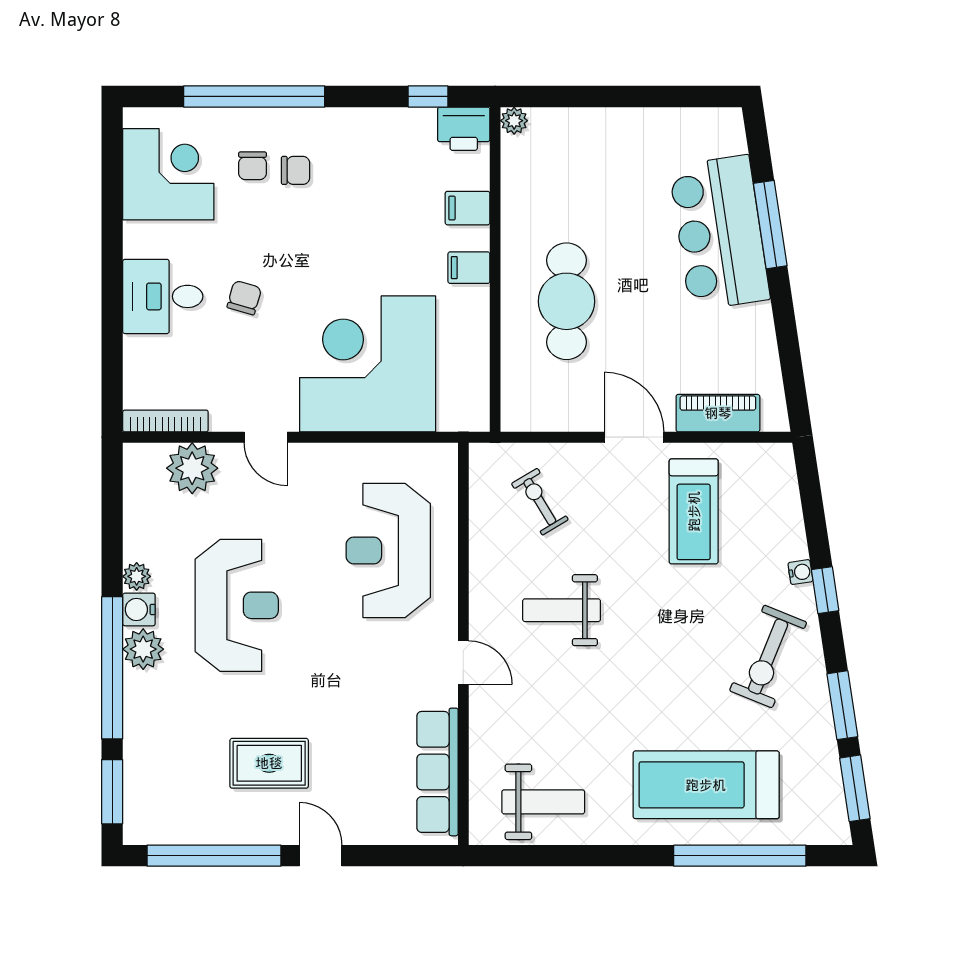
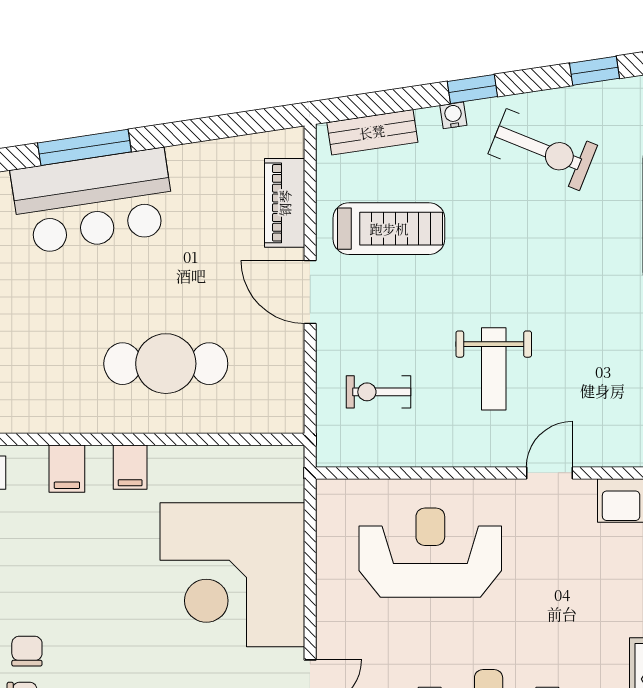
door: (634, 437) -> (310, 292), hinge flipped
bench: (784, 496) -> (372, 132), added
exercise bike: (540, 502) -> (378, 392), turned 31
reception desk: (388, 550) -> (430, 553), turned 180
window: (842, 705) -> (595, 71), width x0.67

